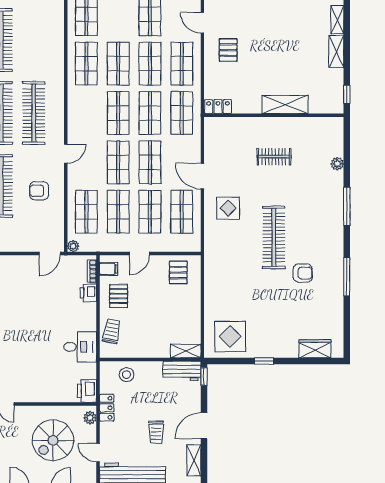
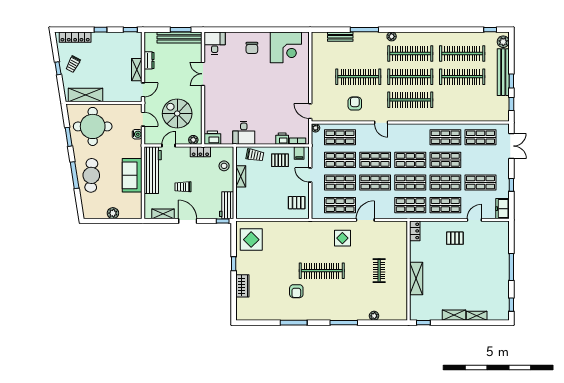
wardrobe: (315, 349) -> (242, 286), moved
shelving: (186, 351) -> (241, 176), moved

